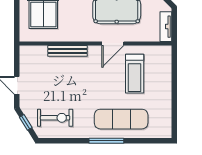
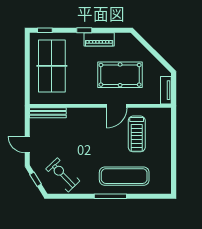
bench: (68, 51) -> (48, 113), moved
exercise bike: (55, 118) -> (63, 175), turned -134

